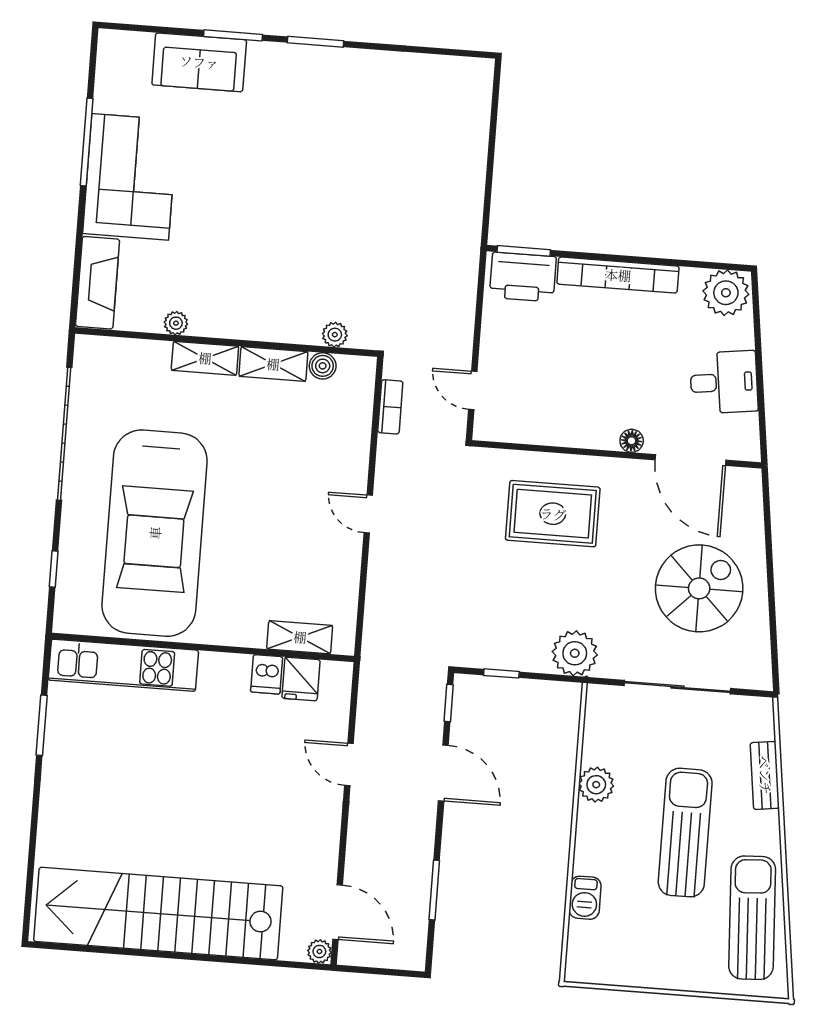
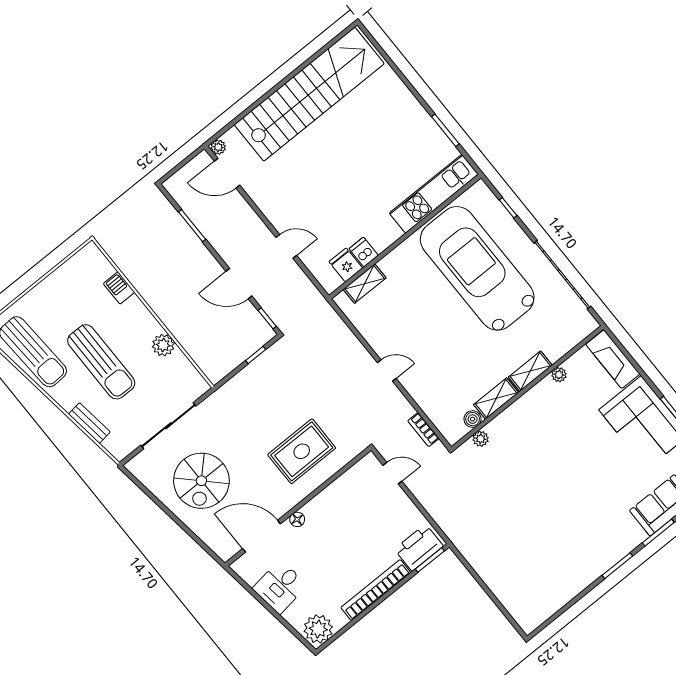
plant: (575, 653) -> (231, 396), removed

